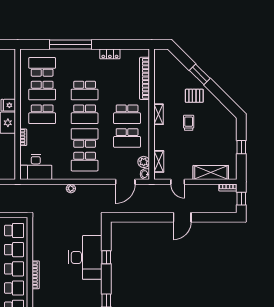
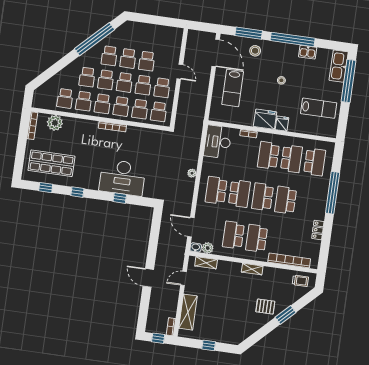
school desk: (42, 91) -> (292, 159), turned 180
pallet: (194, 96) -> (265, 307), turned 90
trolley: (189, 123) -> (300, 281), moved

